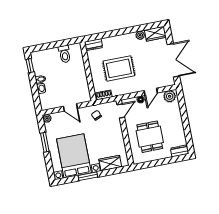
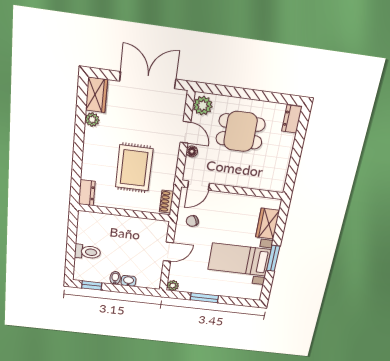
toilet: (65, 54) -> (88, 252), moved
door: (121, 111) -> (198, 186), swing flipped
dining table: (150, 137) -> (240, 131), moved
bed with nightstands: (74, 156) -> (239, 259), width x0.73

